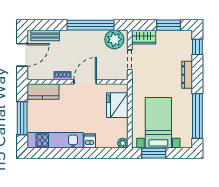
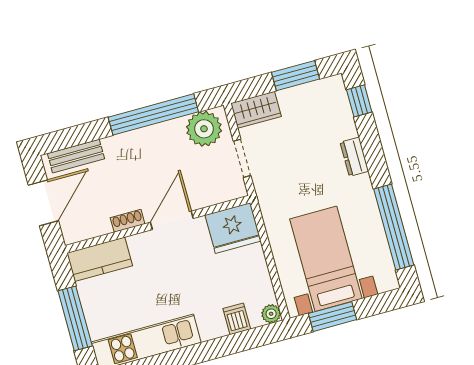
dresser: (187, 75) -> (354, 157), width x0.70
fridge: (117, 105) -> (233, 228), moved, turned -90
dishwasher: (90, 141) -> (237, 319), moved

